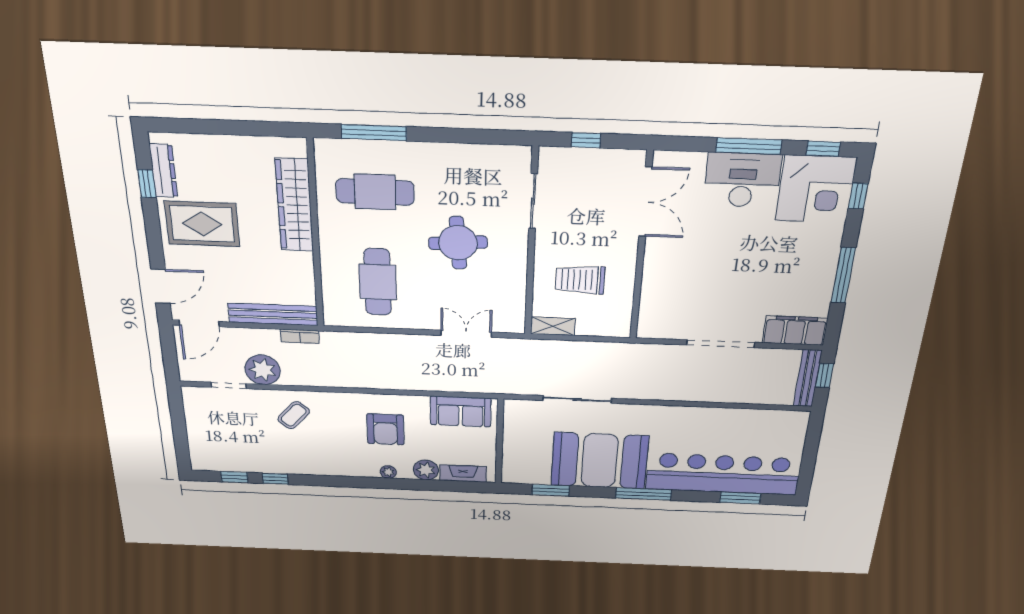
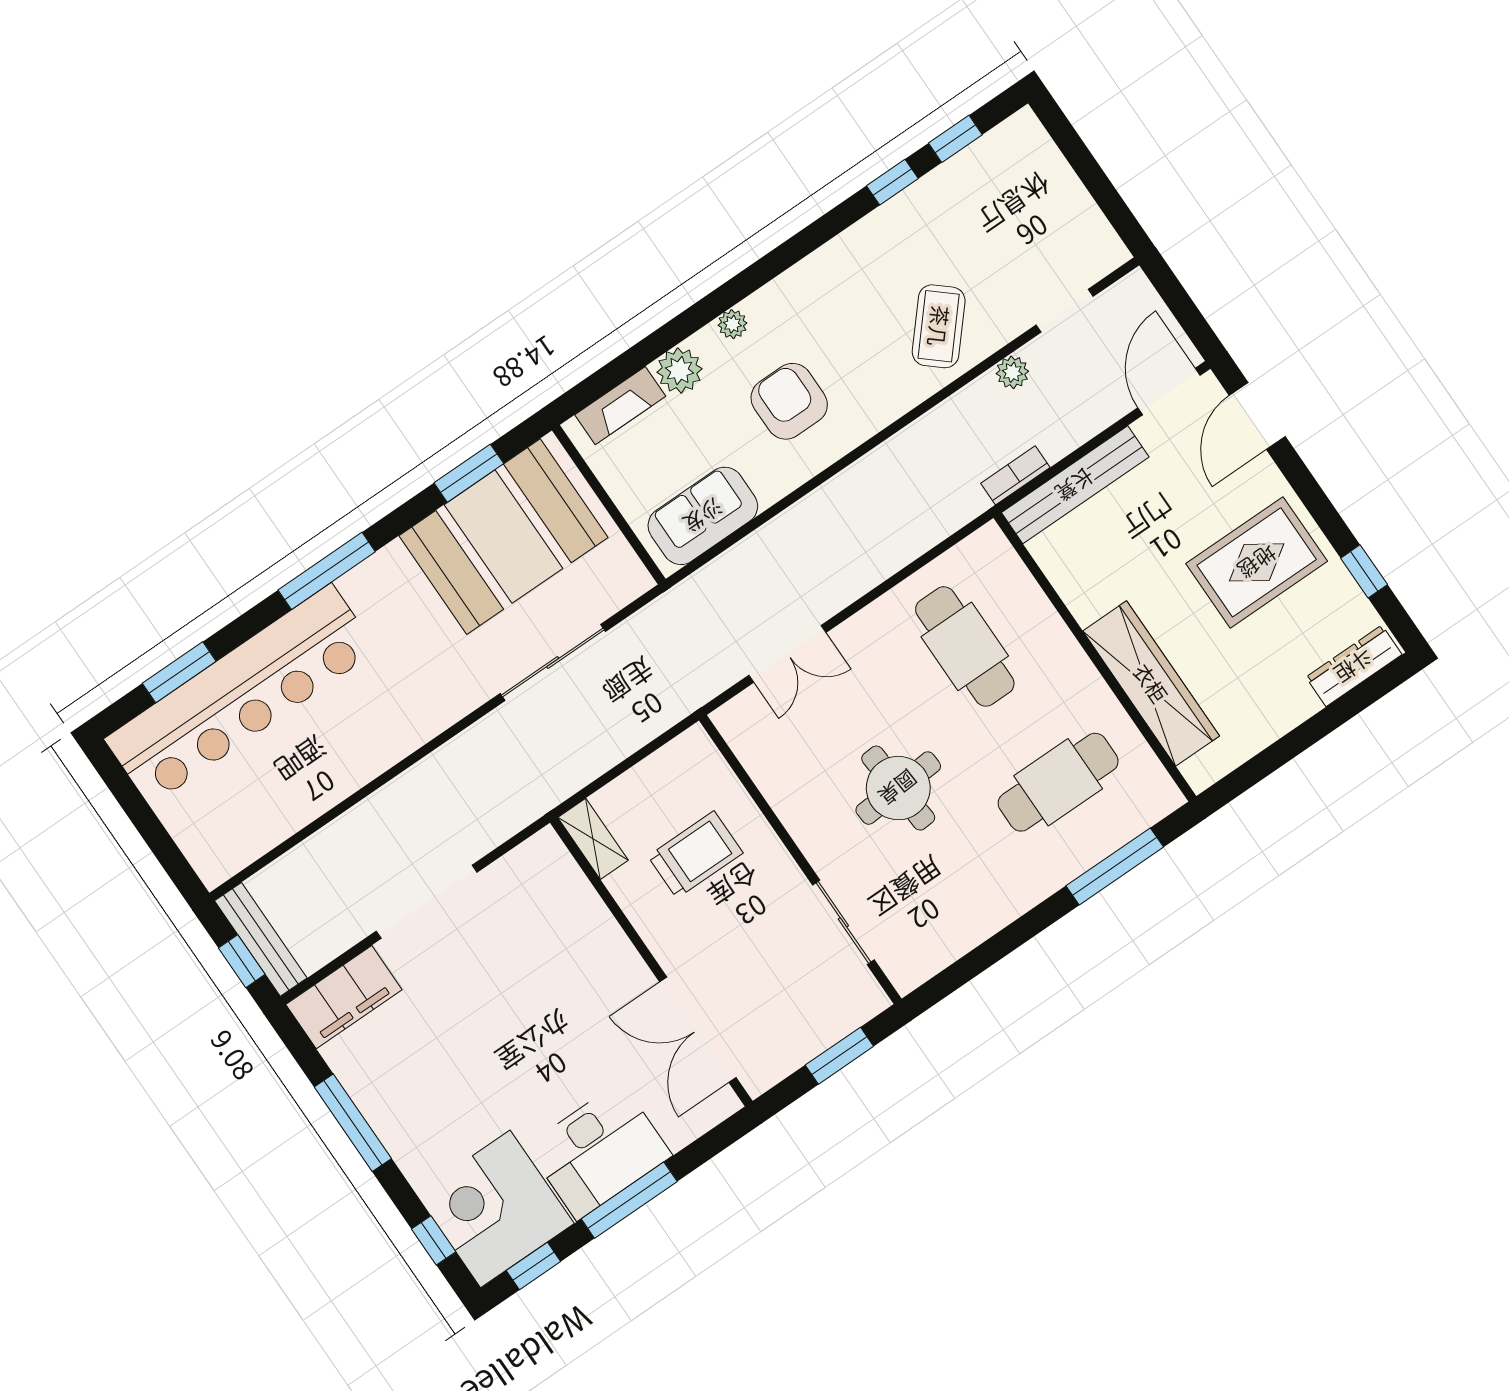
window: (586, 140) -> (839, 1056), width x1.50
dresser: (163, 171) -> (1354, 666), moved, turned 90
shelving: (553, 326) -> (593, 839), moved, turned 90
plant: (263, 370) -> (1012, 372), width x0.53, depth x0.53
coffee table: (294, 415) -> (939, 326), width x1.36, depth x1.30
booth: (600, 461) -> (503, 537), moved

